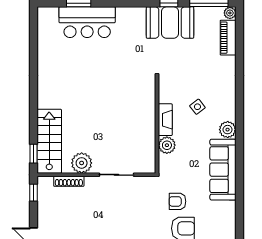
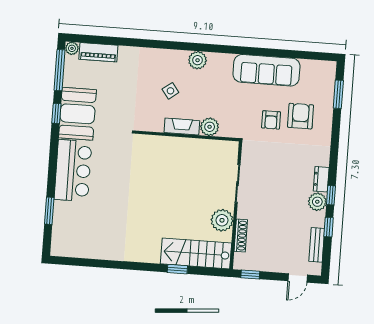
bar counter: (87, 22) -> (73, 171), moved
window: (34, 154) -> (177, 269), moved
sofa: (223, 170) -> (266, 70), moved

